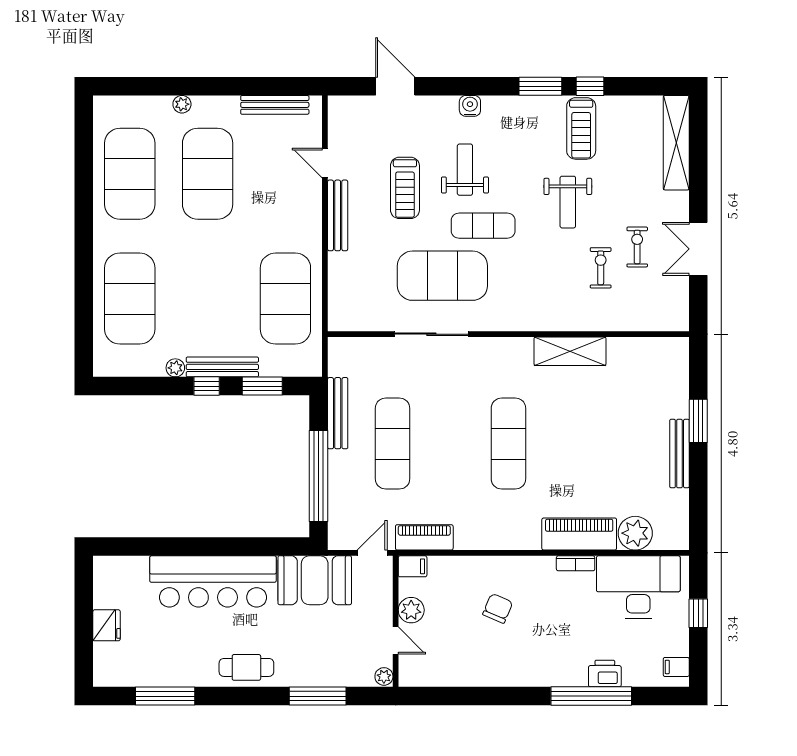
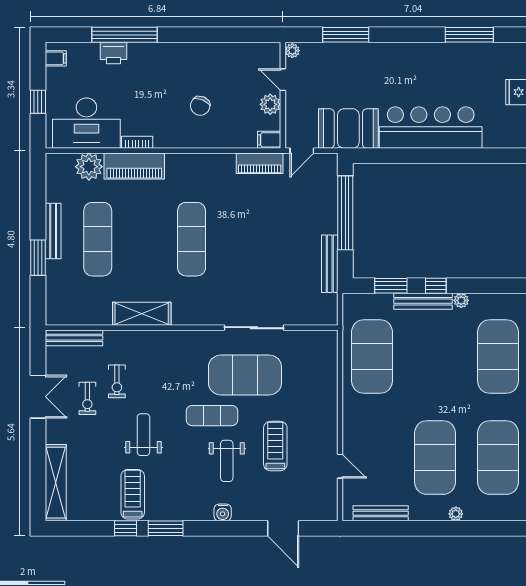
bench: (338, 215) -> (74, 338), moved, turned 90
exercise mat: (393, 444) -> (98, 239), moved
cafe table: (246, 667) -> (404, 58), removed

